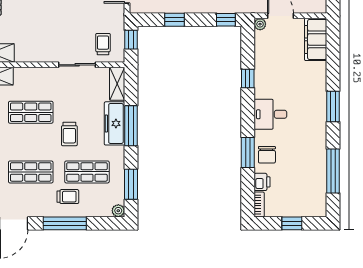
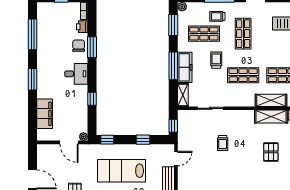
filing cabinet: (316, 39) -> (45, 114), moved
trolley: (103, 44) -> (223, 143), moved
shop shelf: (31, 172) -> (243, 34), turned 90

